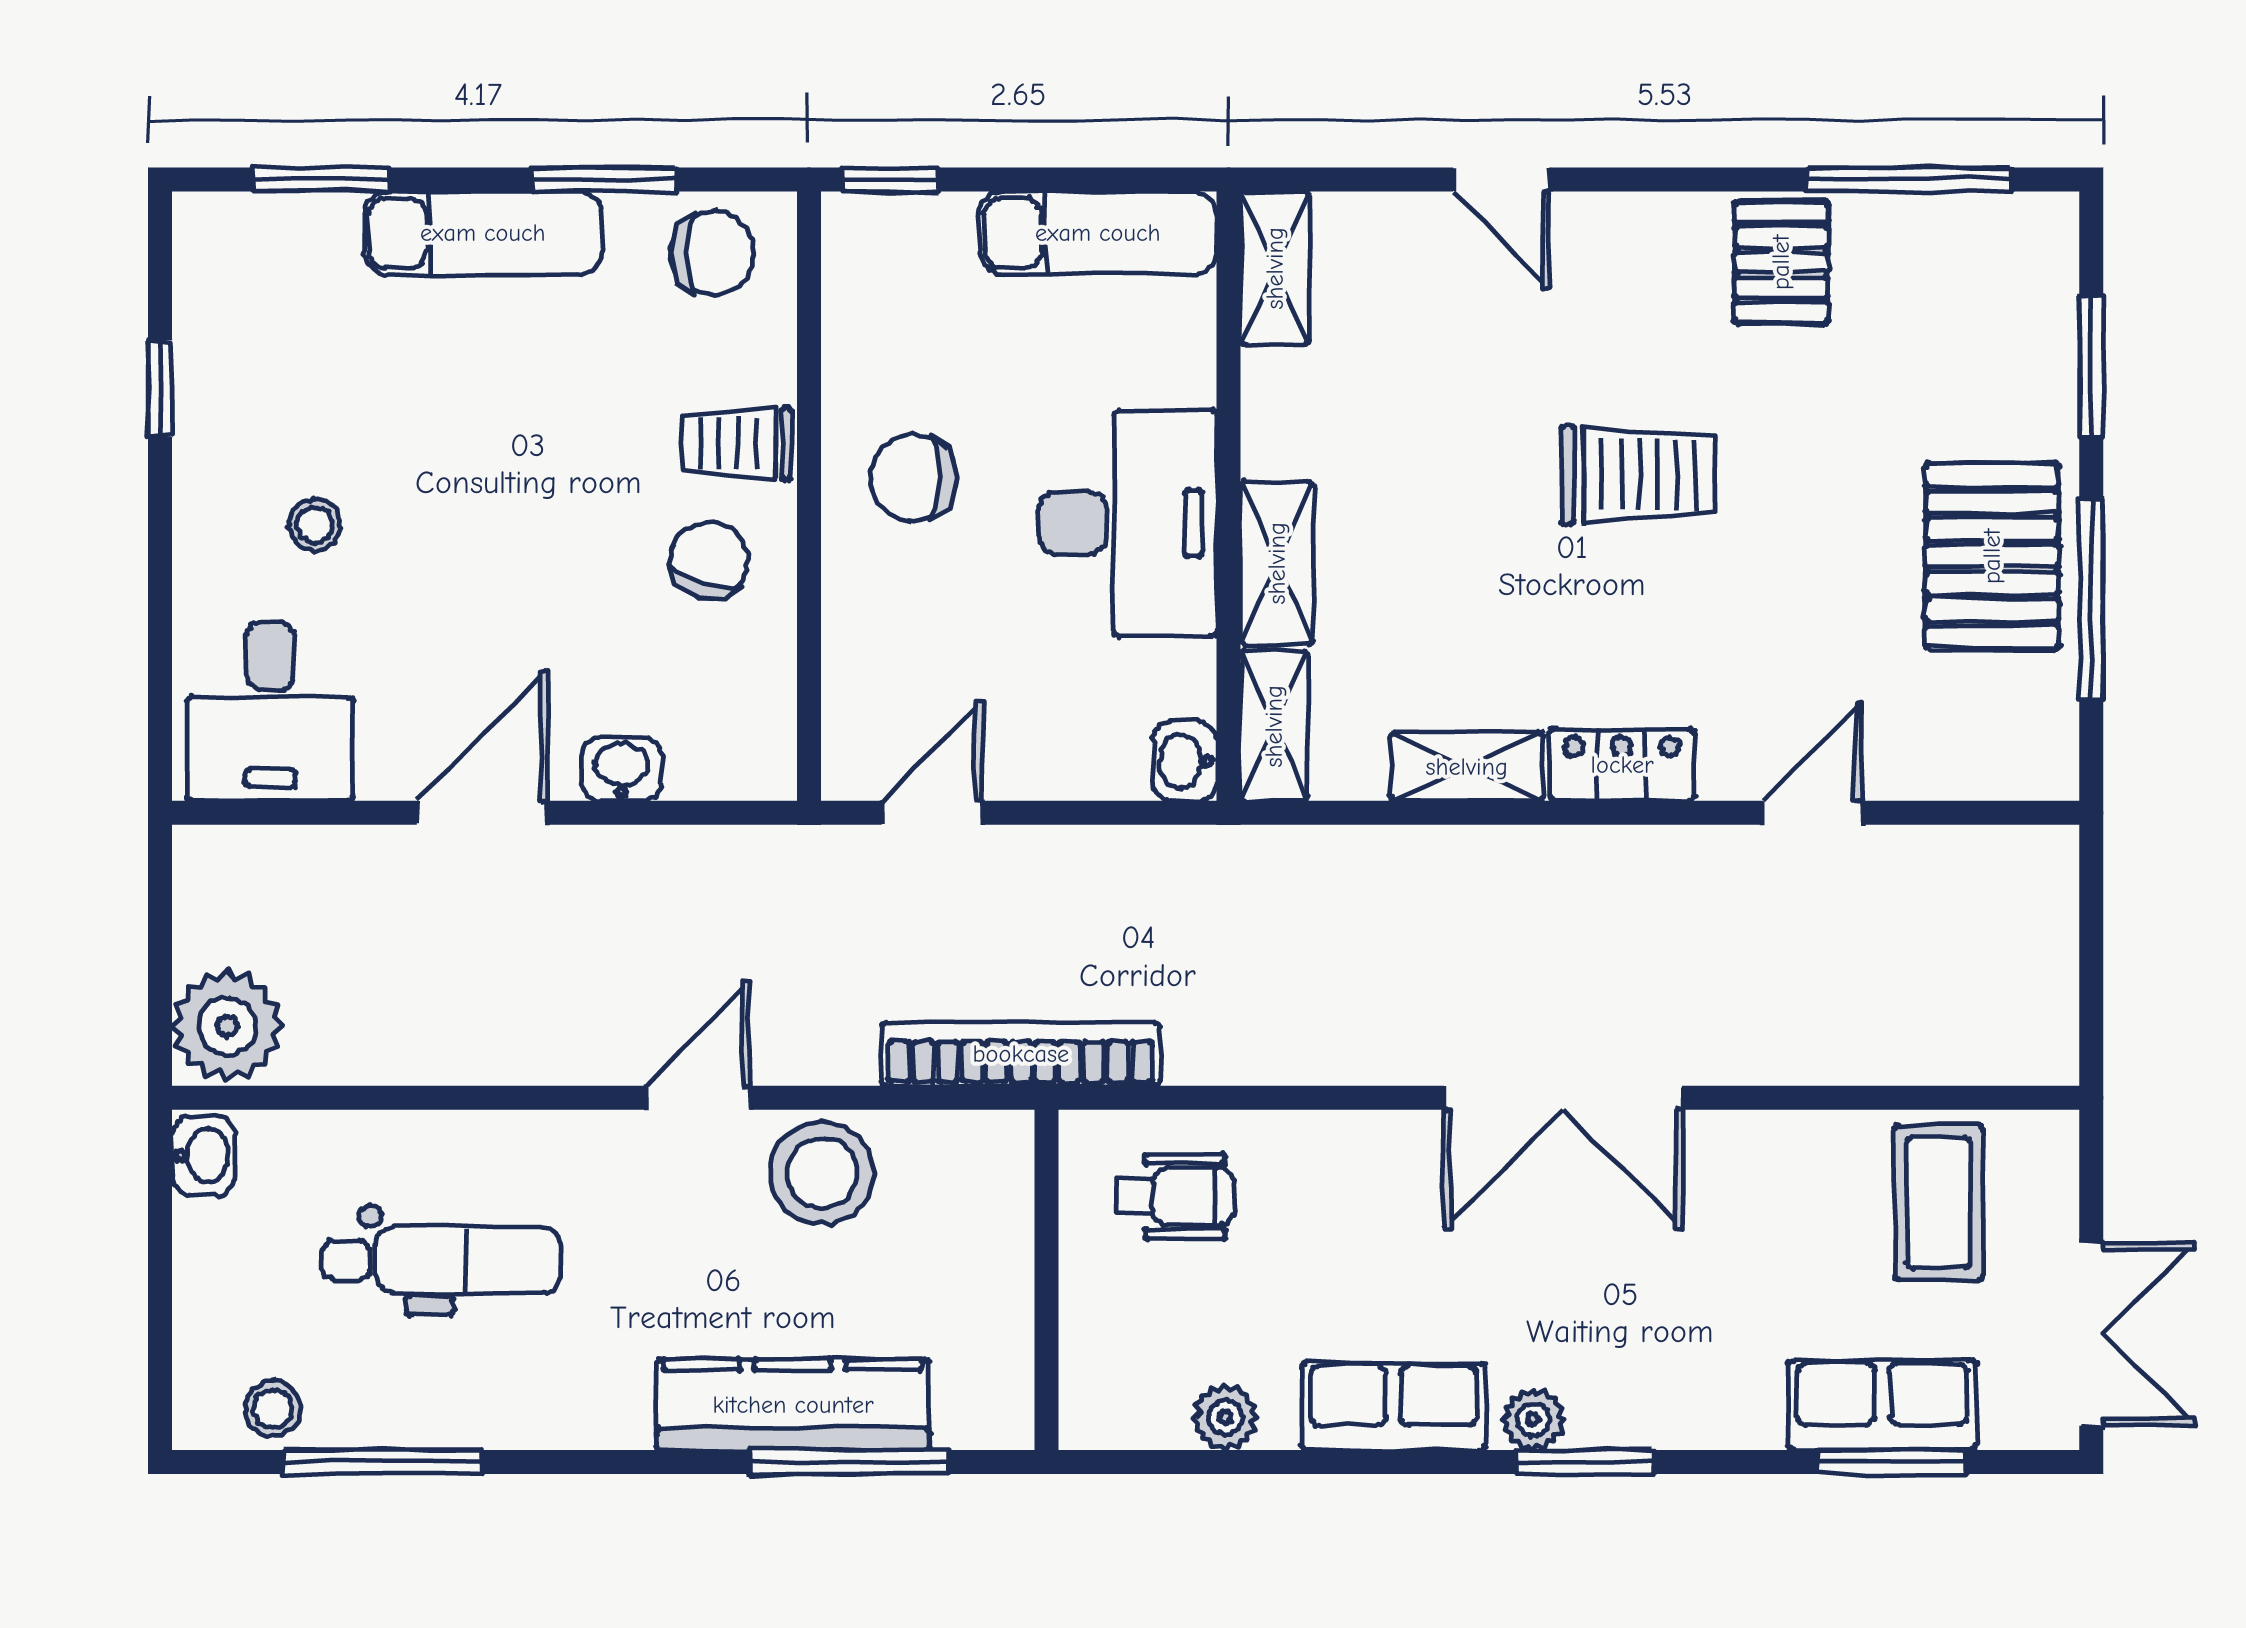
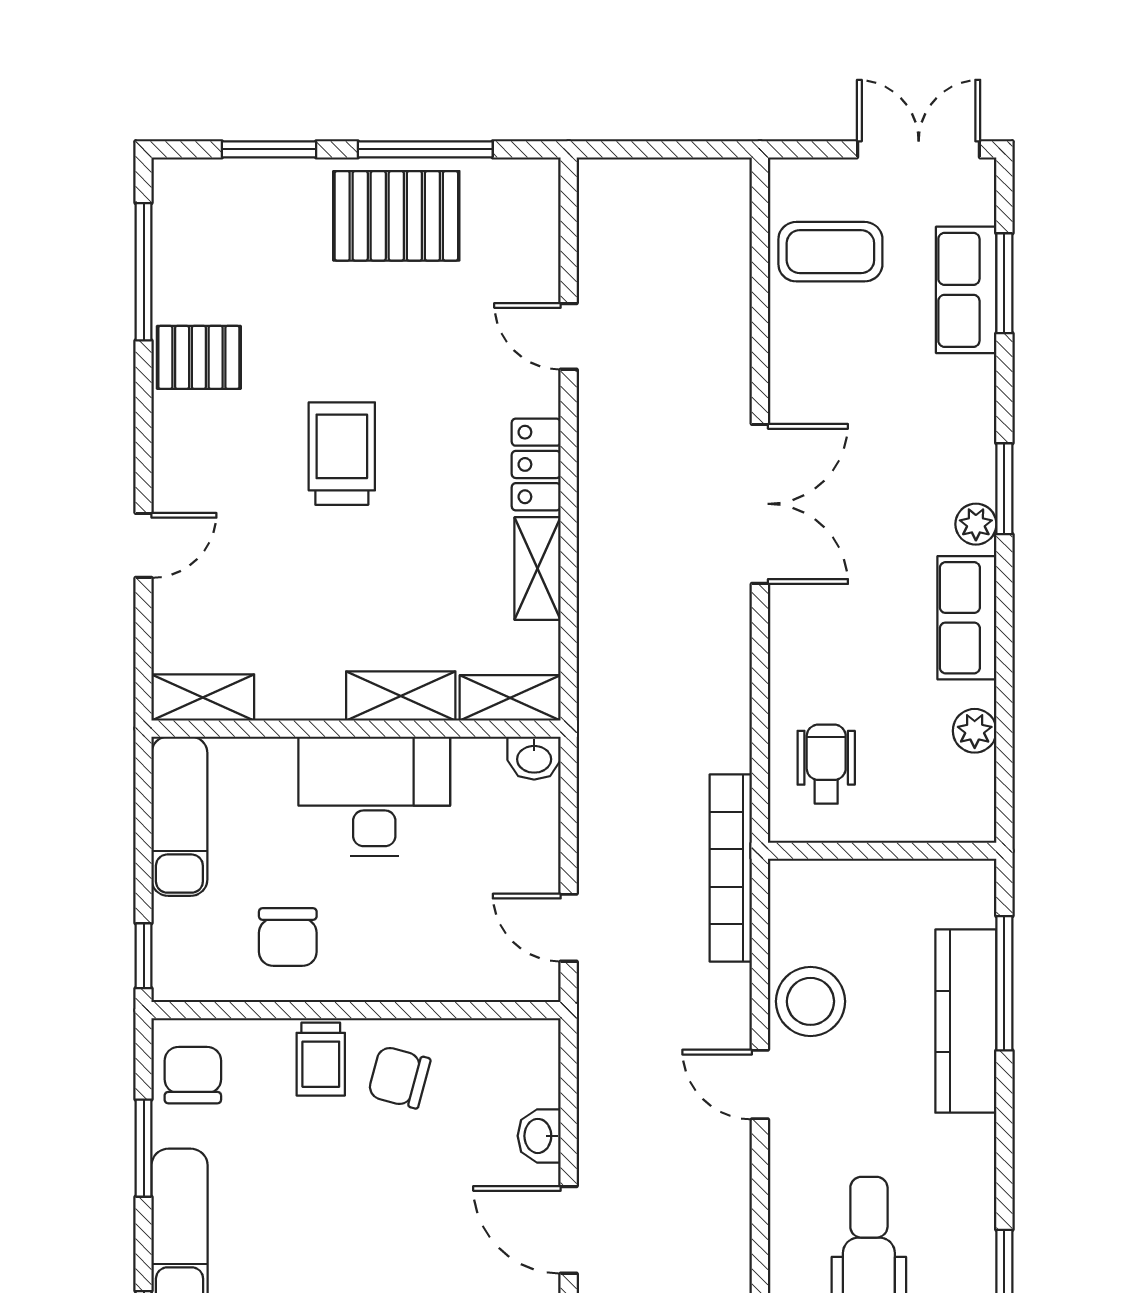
chair: (913, 478) -> (288, 937), moved

